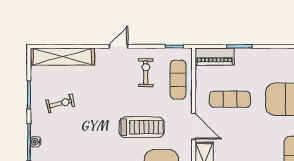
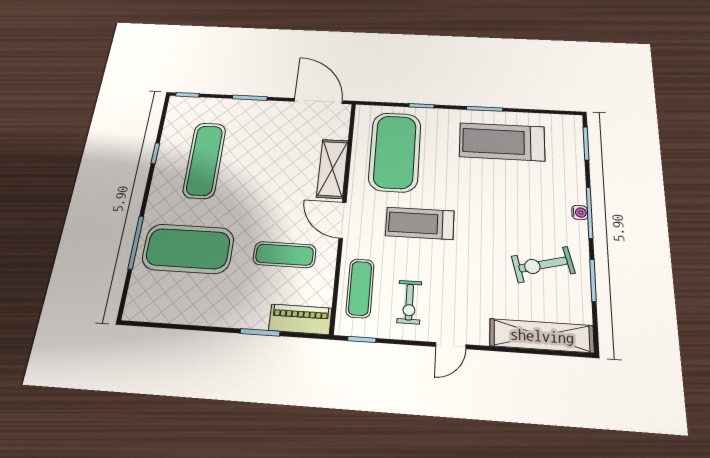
exercise bike: (60, 103) -> (543, 265), width x1.38, depth x1.39

